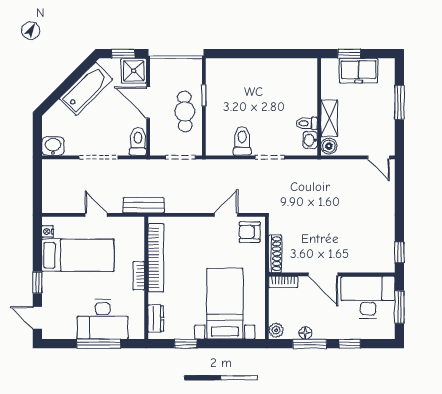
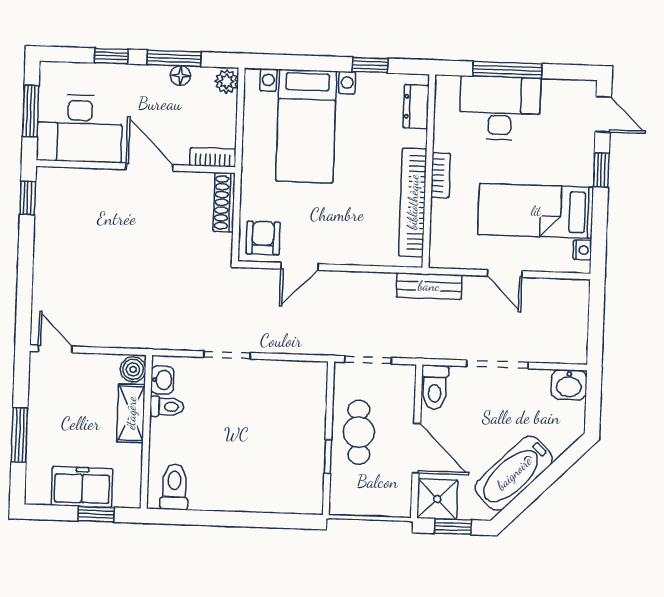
toilet: (242, 141) -> (174, 487), moved, turned 180
armchair: (250, 232) -> (263, 238), turned -90

